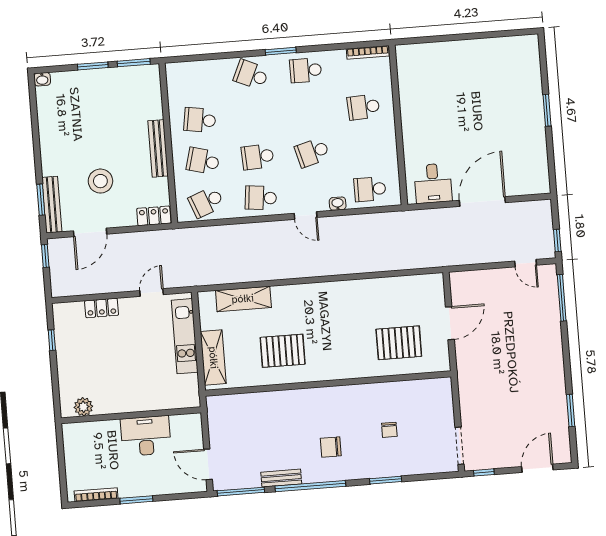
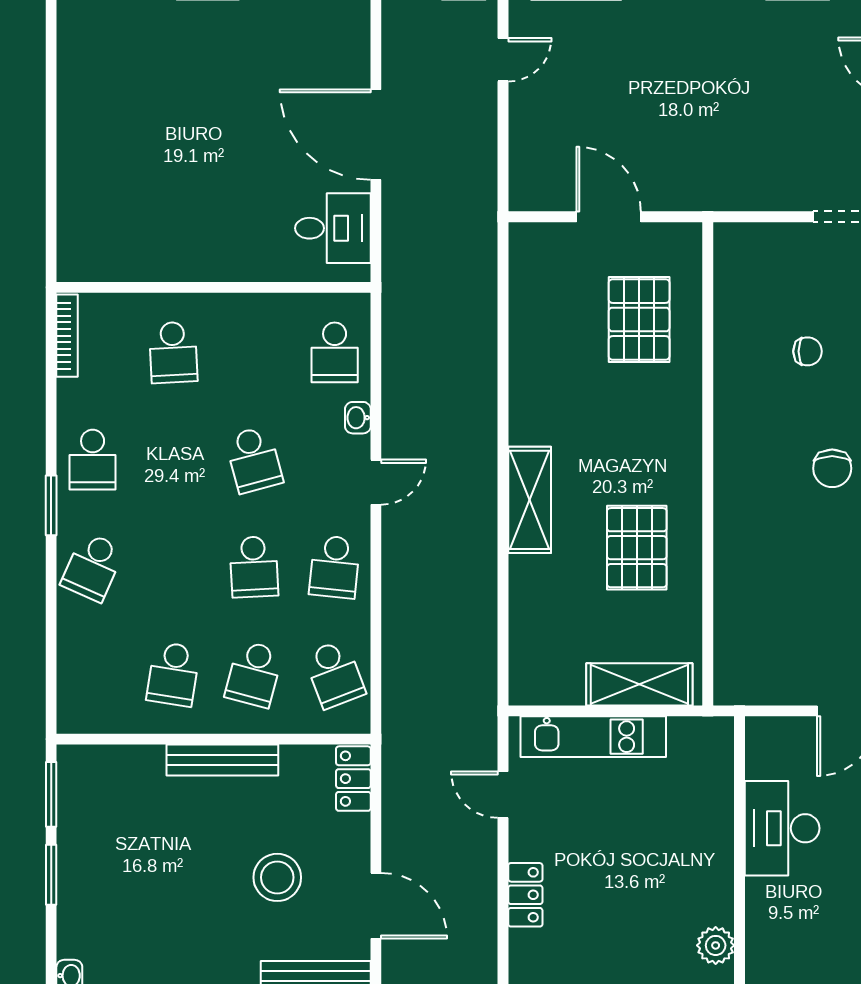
shelving: (243, 299) -> (530, 500), moved

